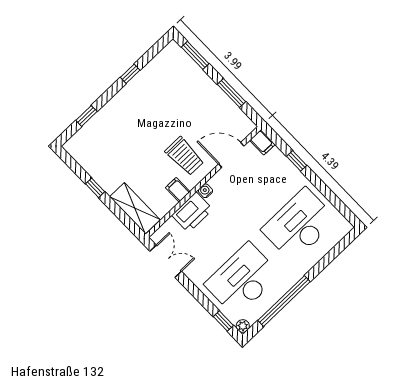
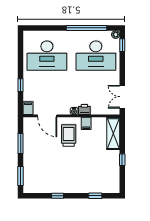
printer: (192, 212) -> (84, 110), width x0.53, depth x0.68

